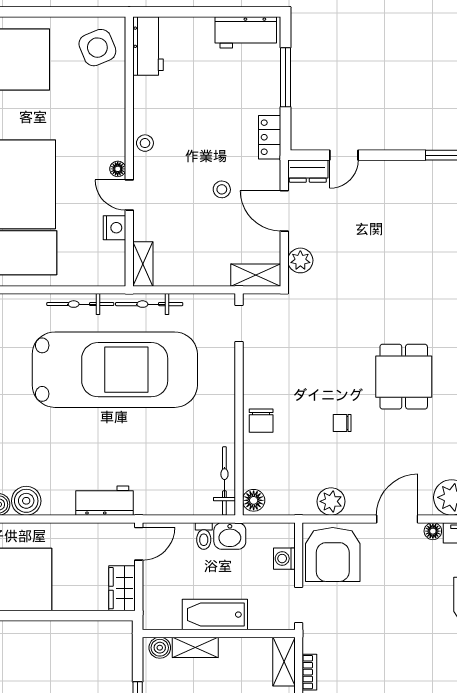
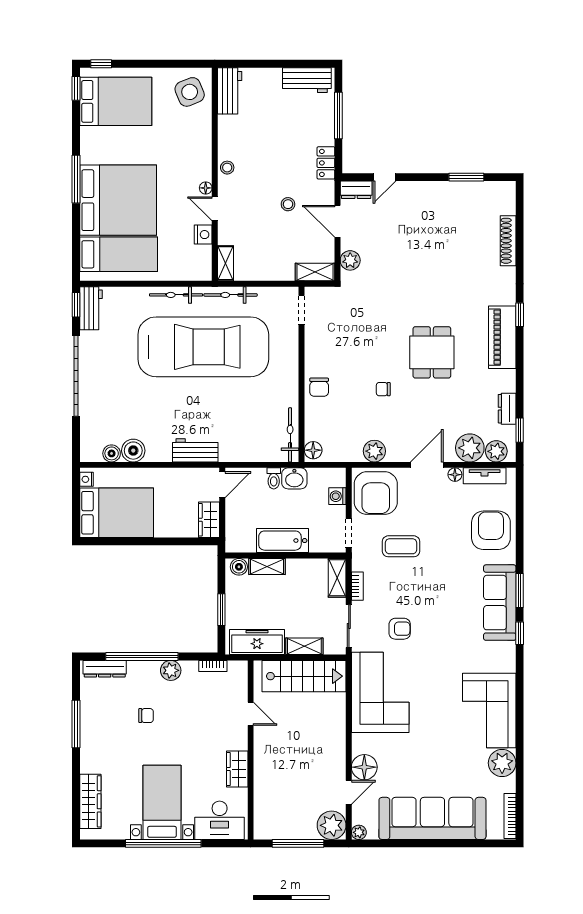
coffee table: (365, 622) -> (401, 546), added

